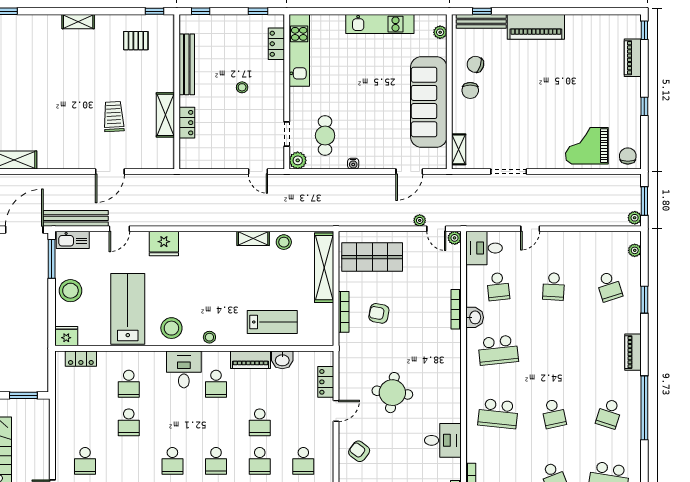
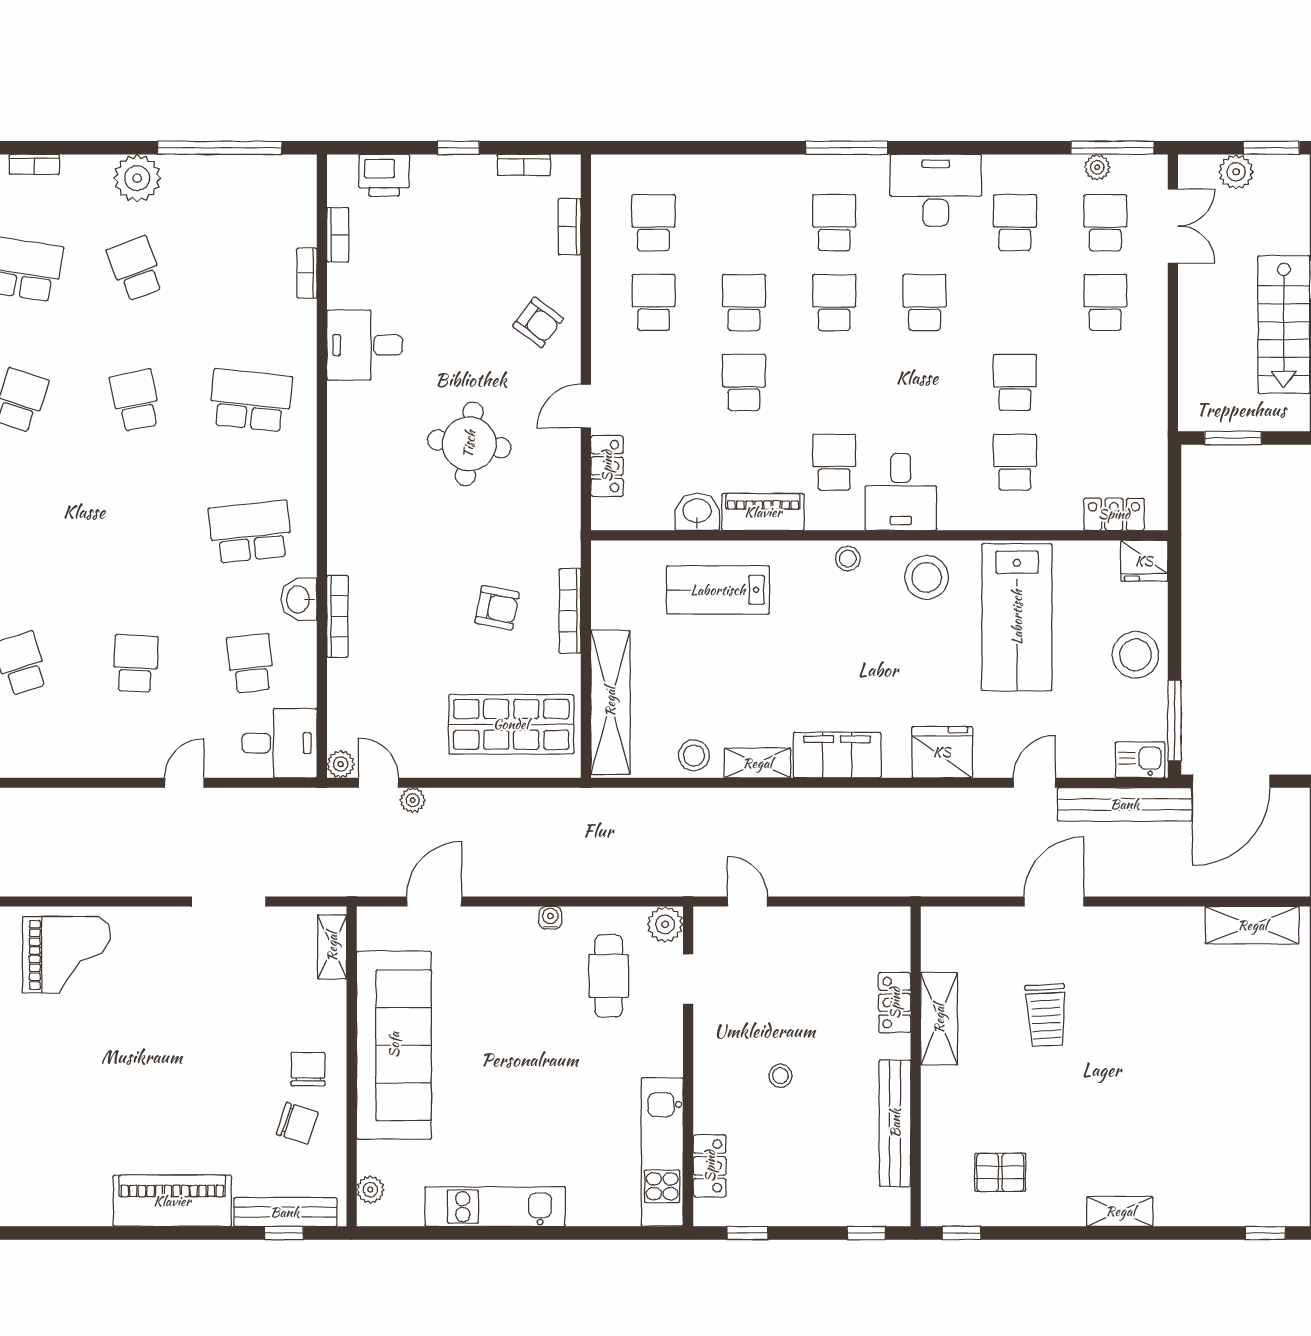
kitchen sink: (73, 240) -> (1140, 760), width x0.73
filing cabinet: (215, 242) -> (837, 755), added

